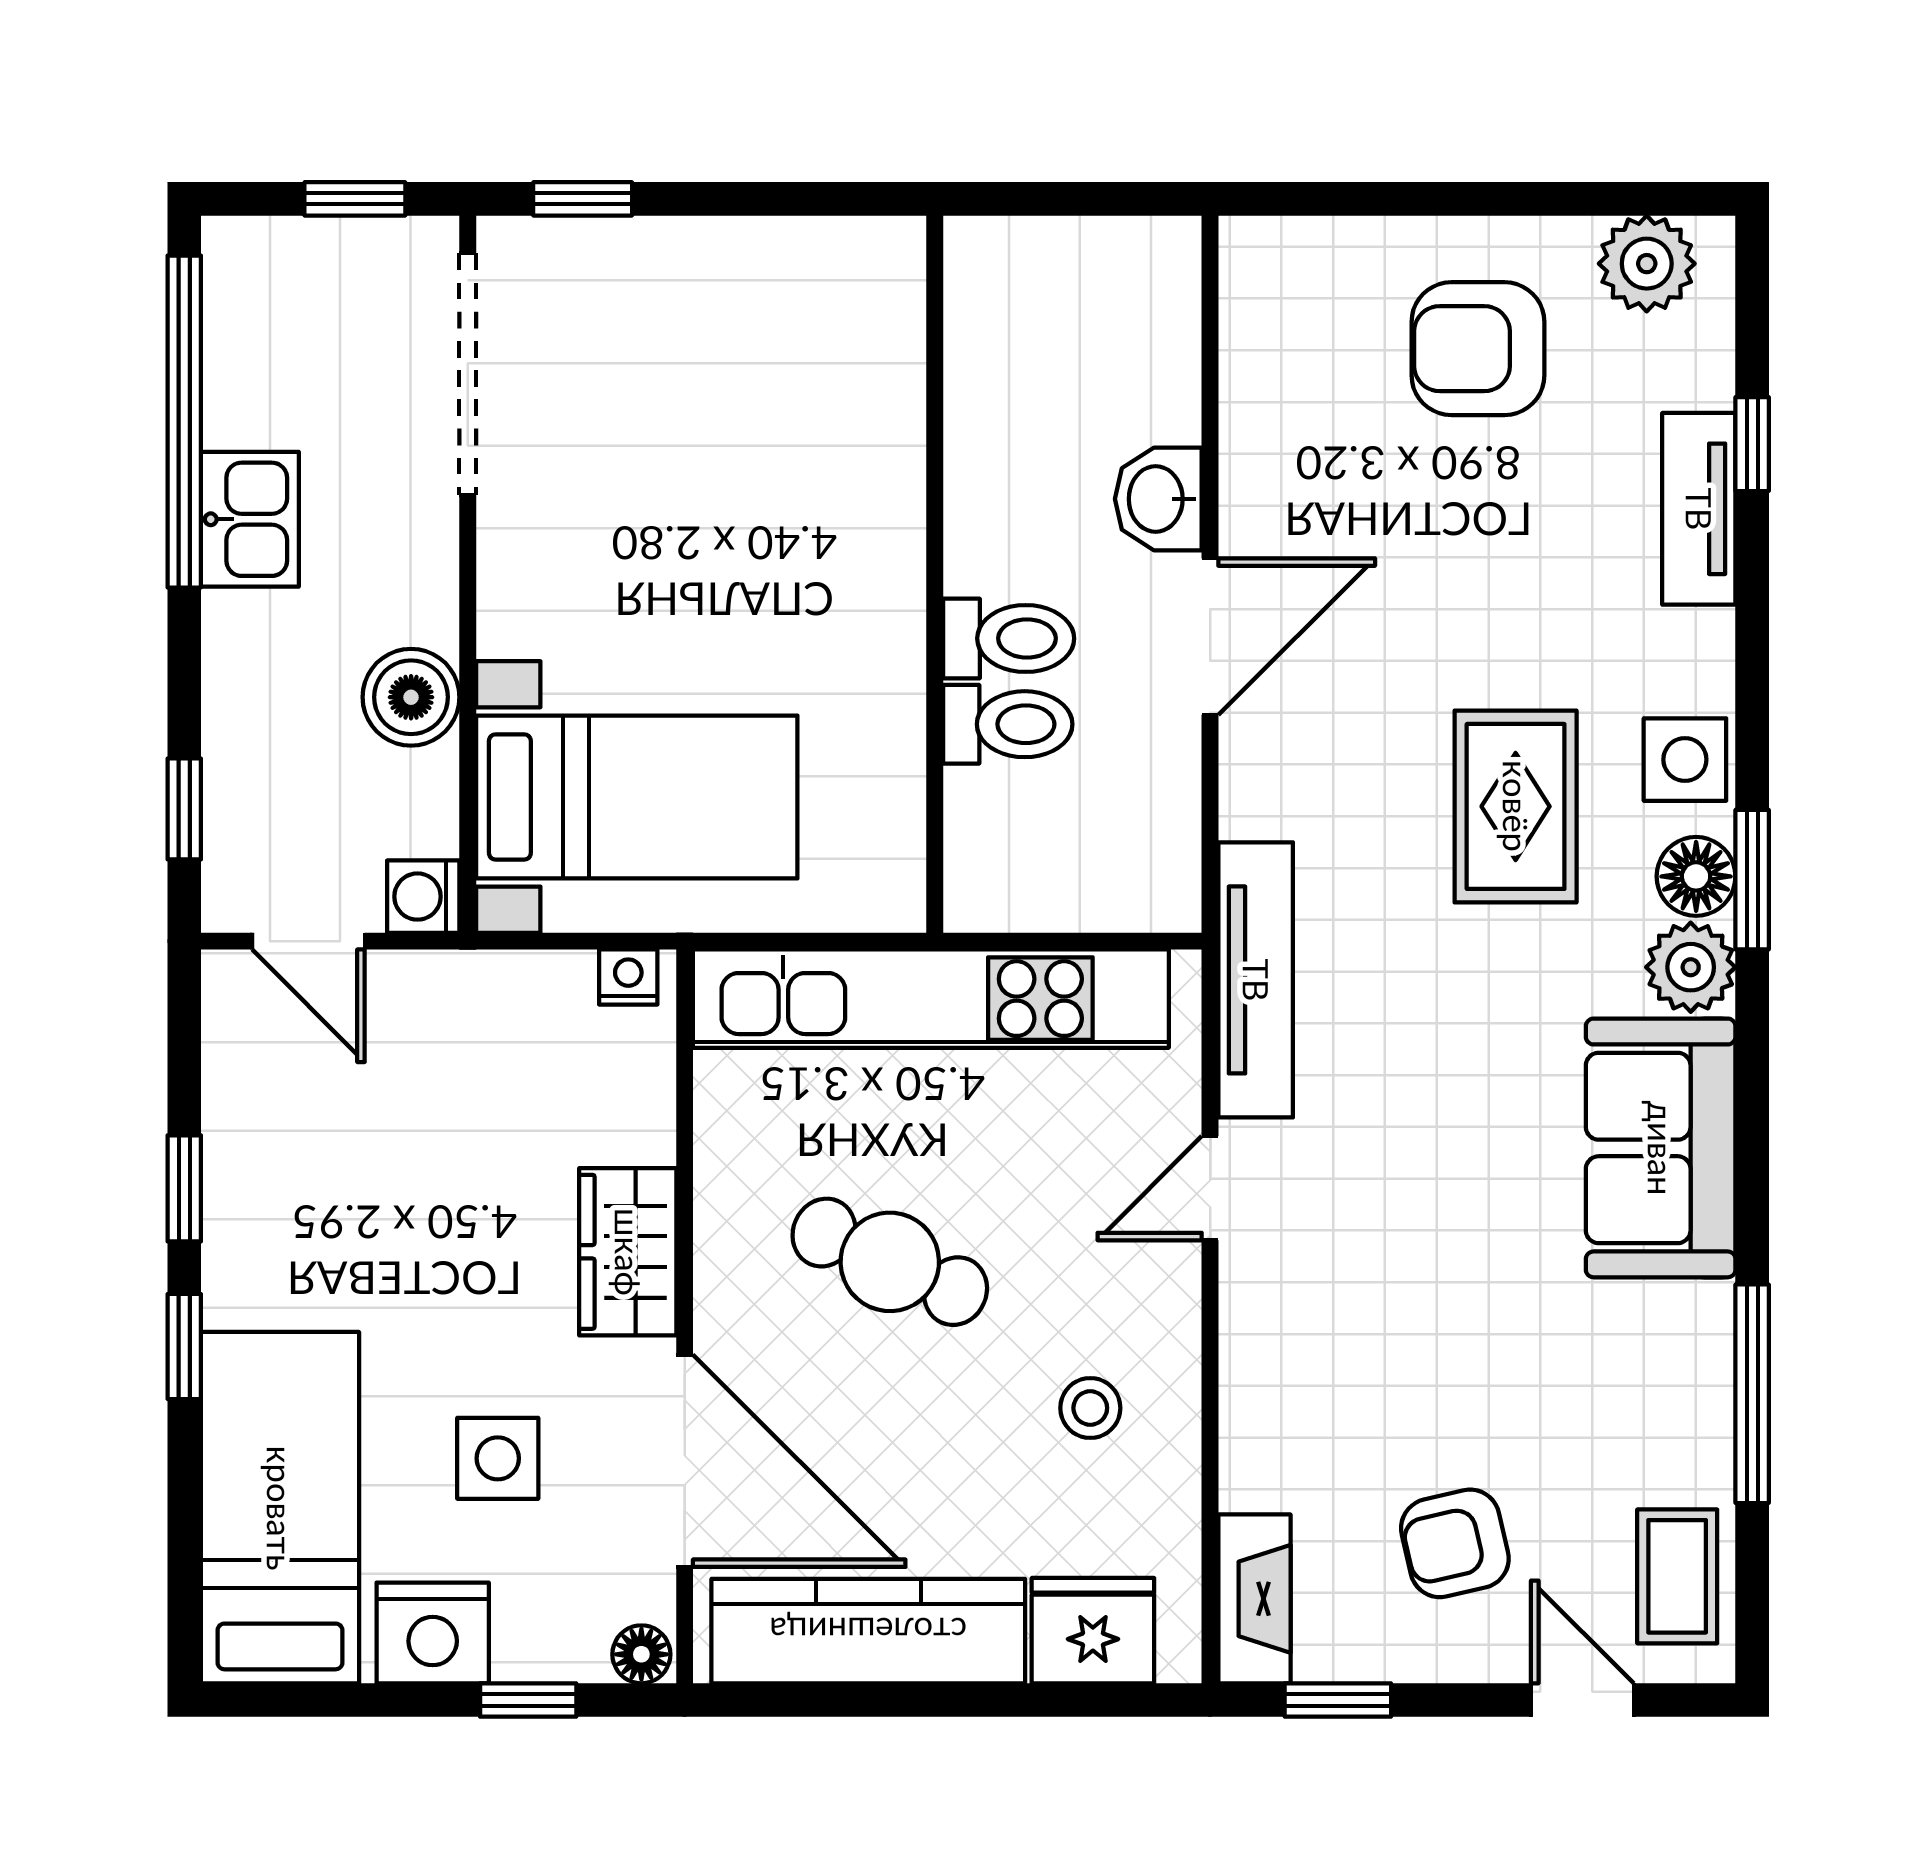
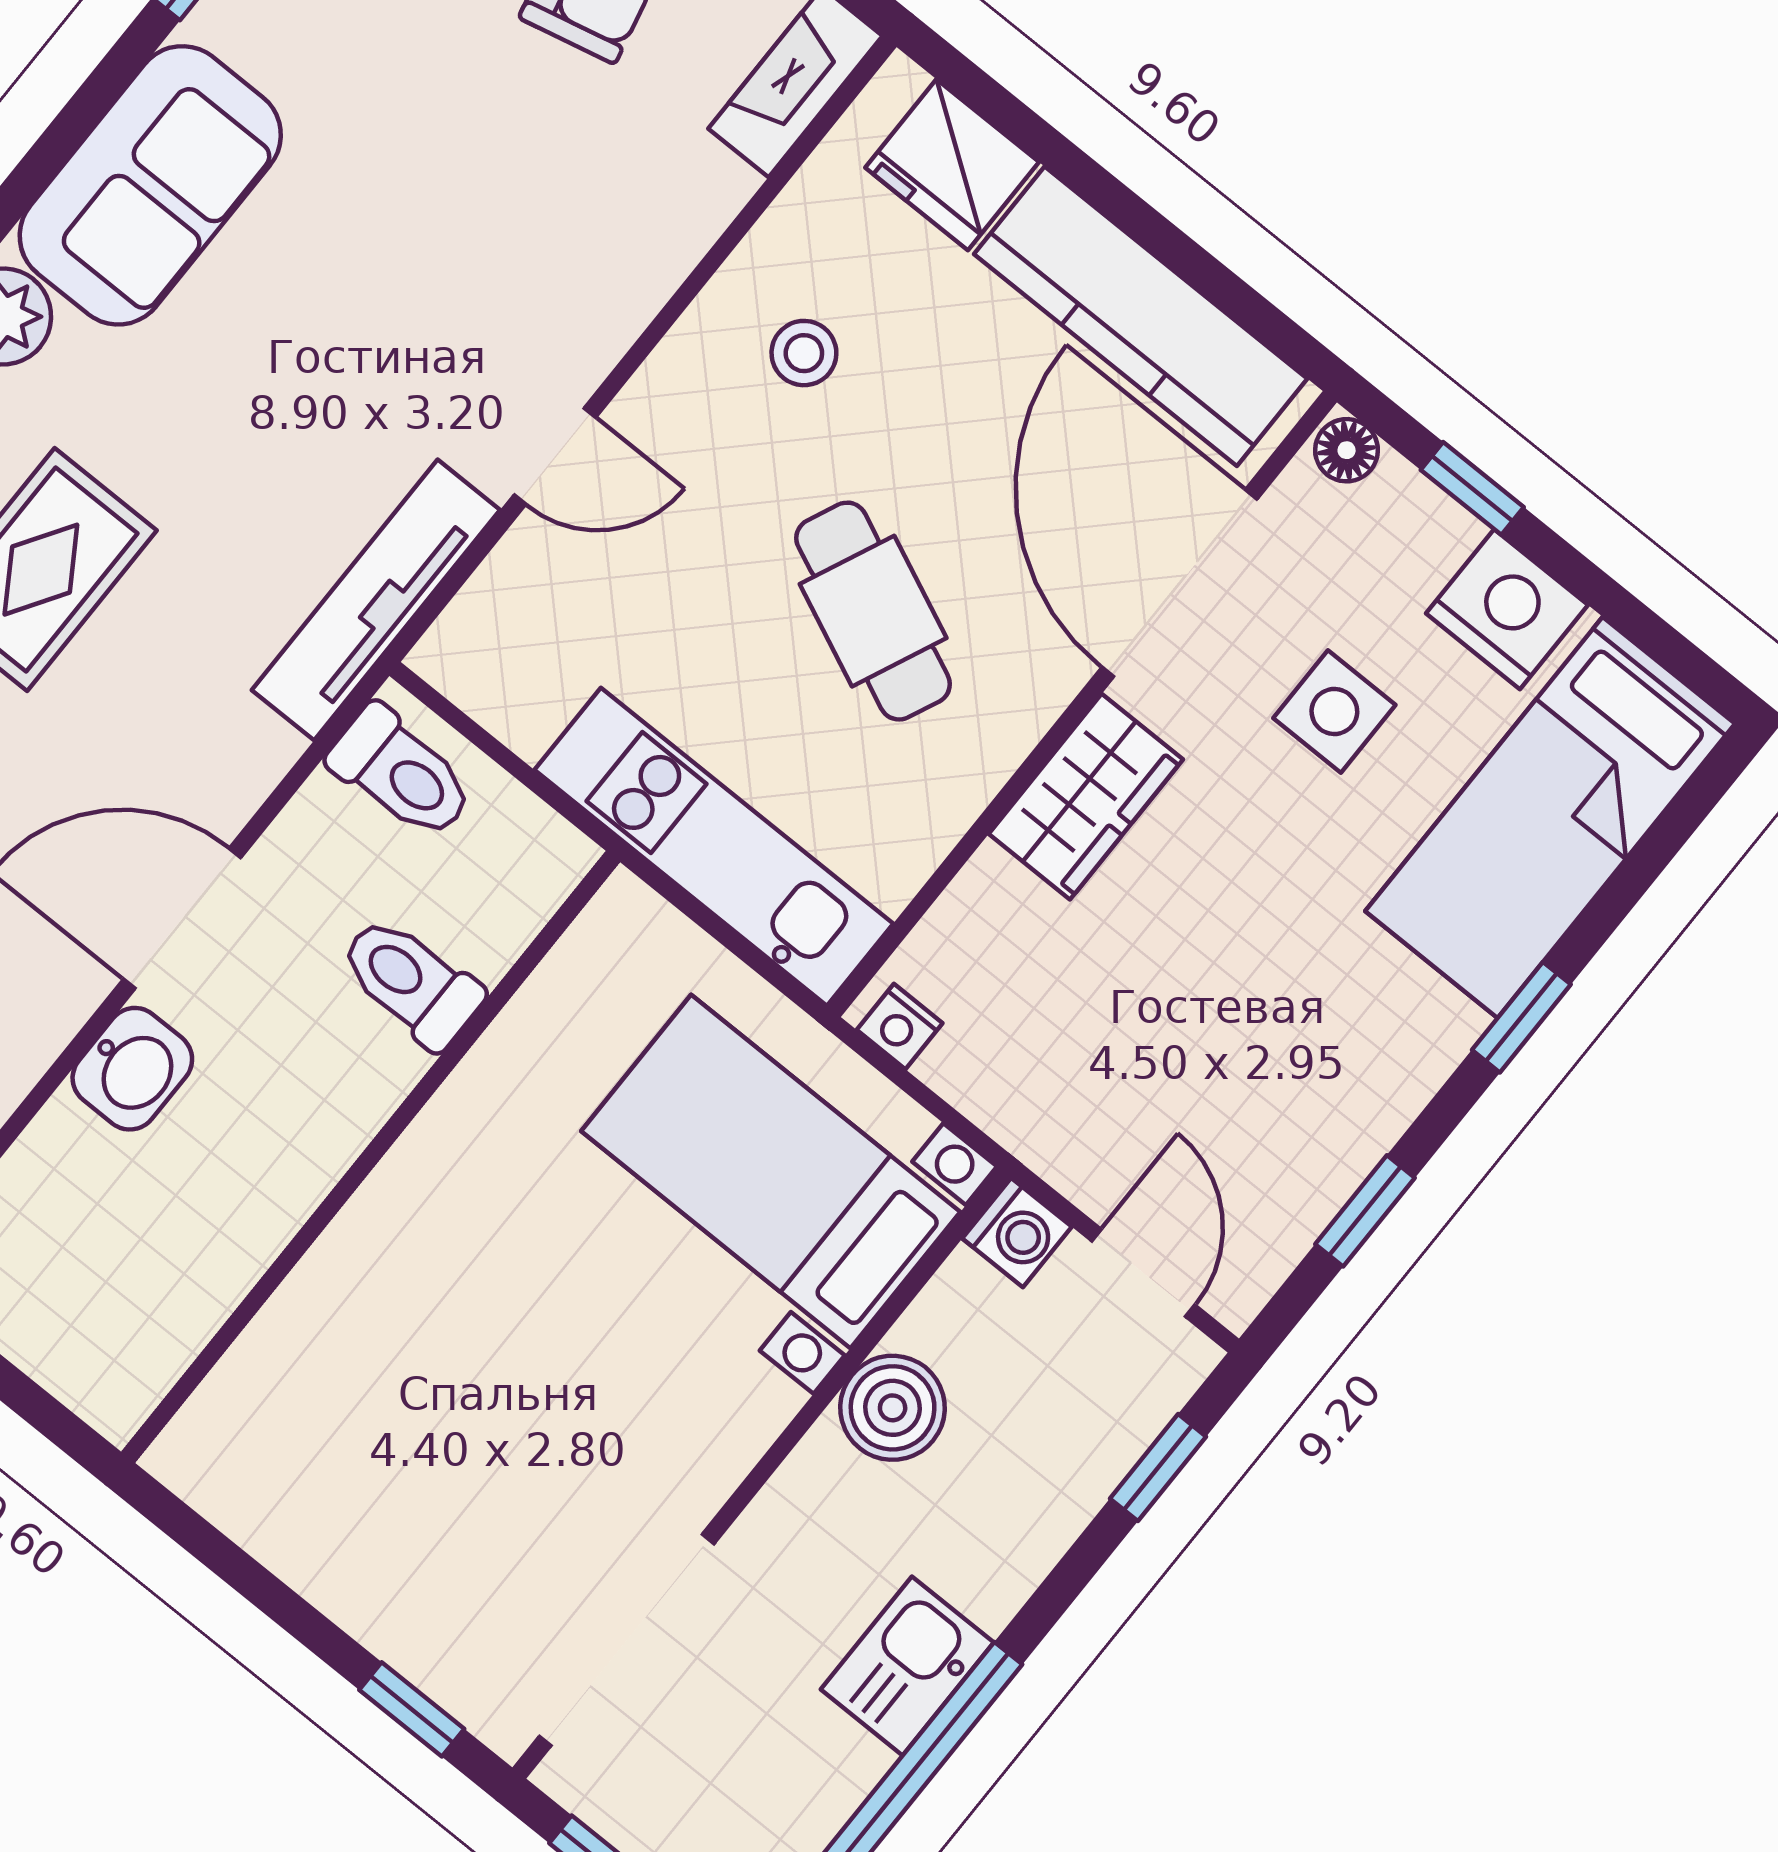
toilet: (1009, 638) -> (402, 773), moved, turned 180
kitchen unit: (931, 999) -> (714, 847), width x0.73
window: (184, 1188) -> (1365, 1211), moved

